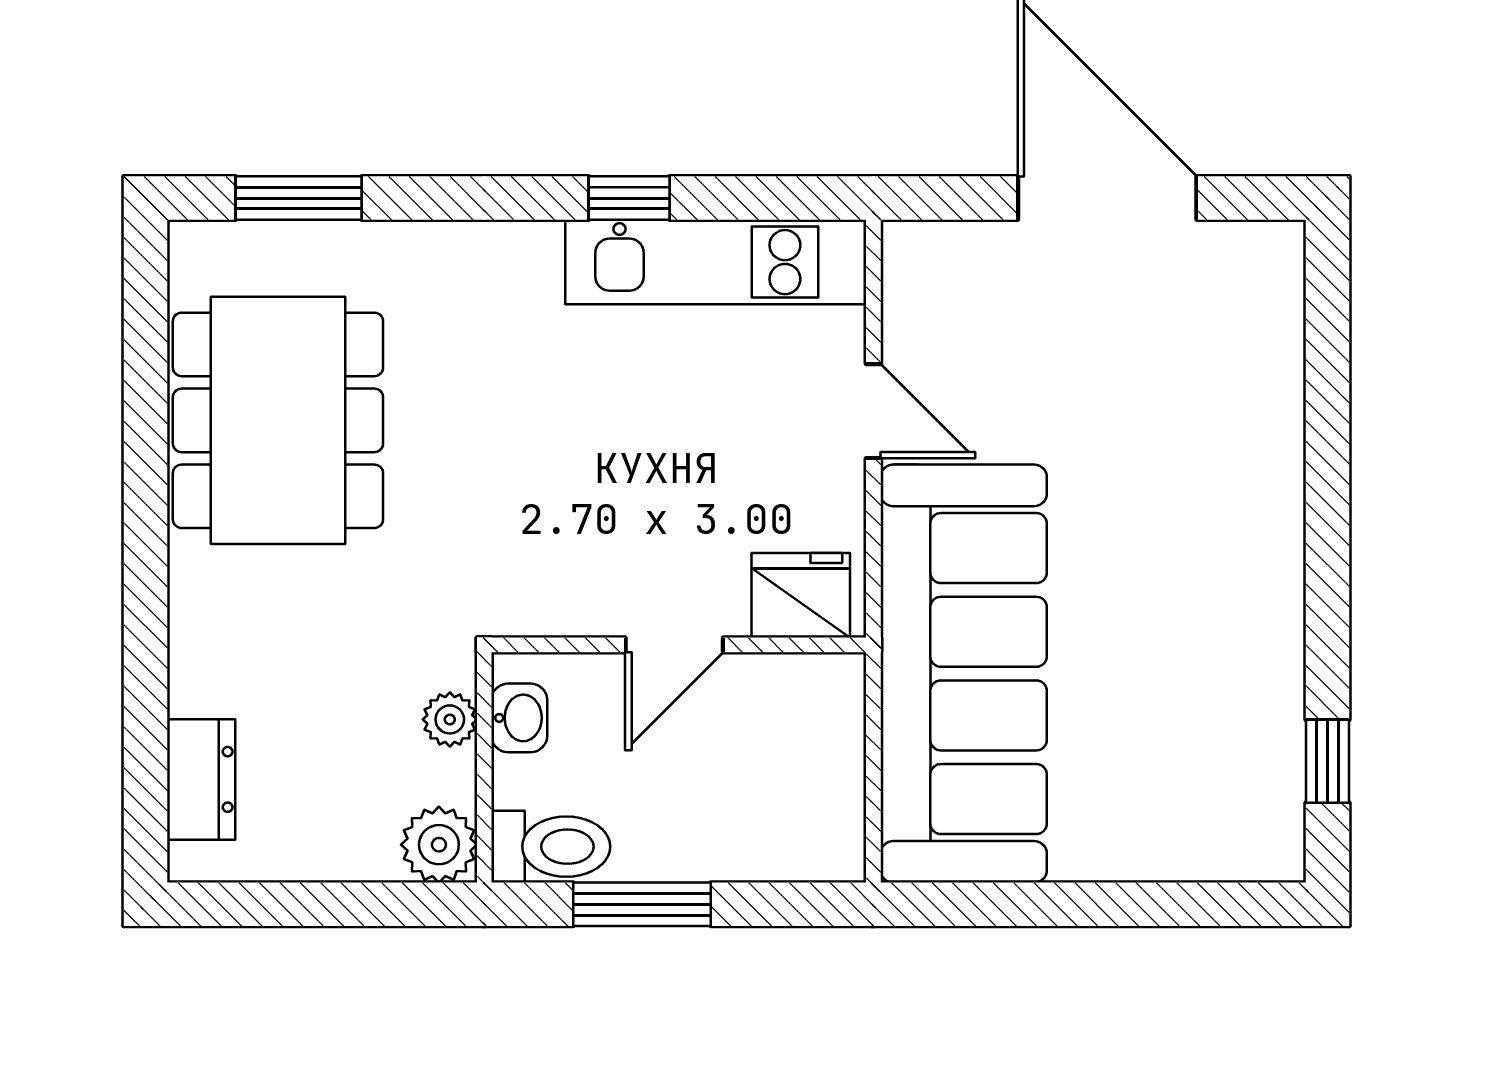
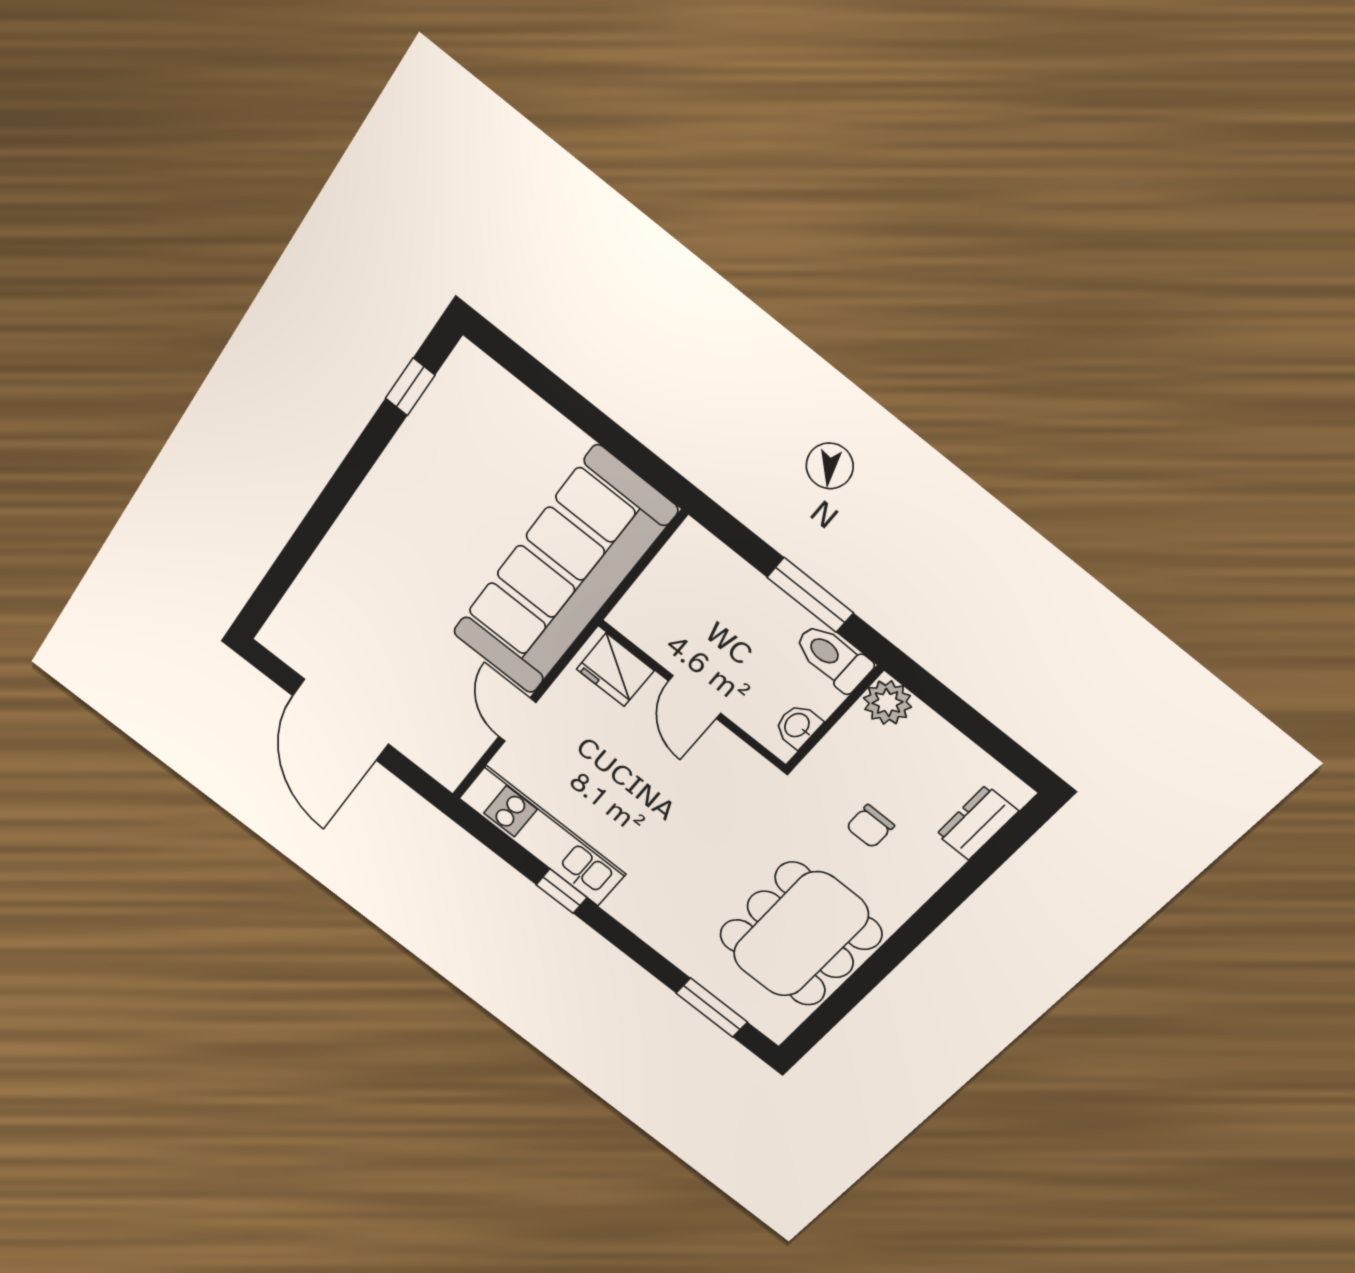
door: (674, 645) -> (695, 697), swing flipped
chair: (321, 658) -> (870, 826), added
plant: (450, 719) -> (832, 752), removed

